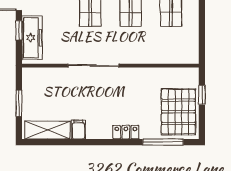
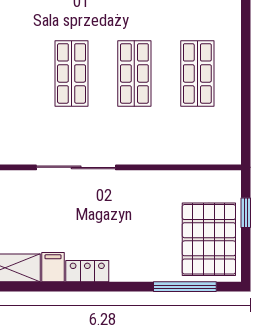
locker: (126, 132) -> (87, 271), moved

